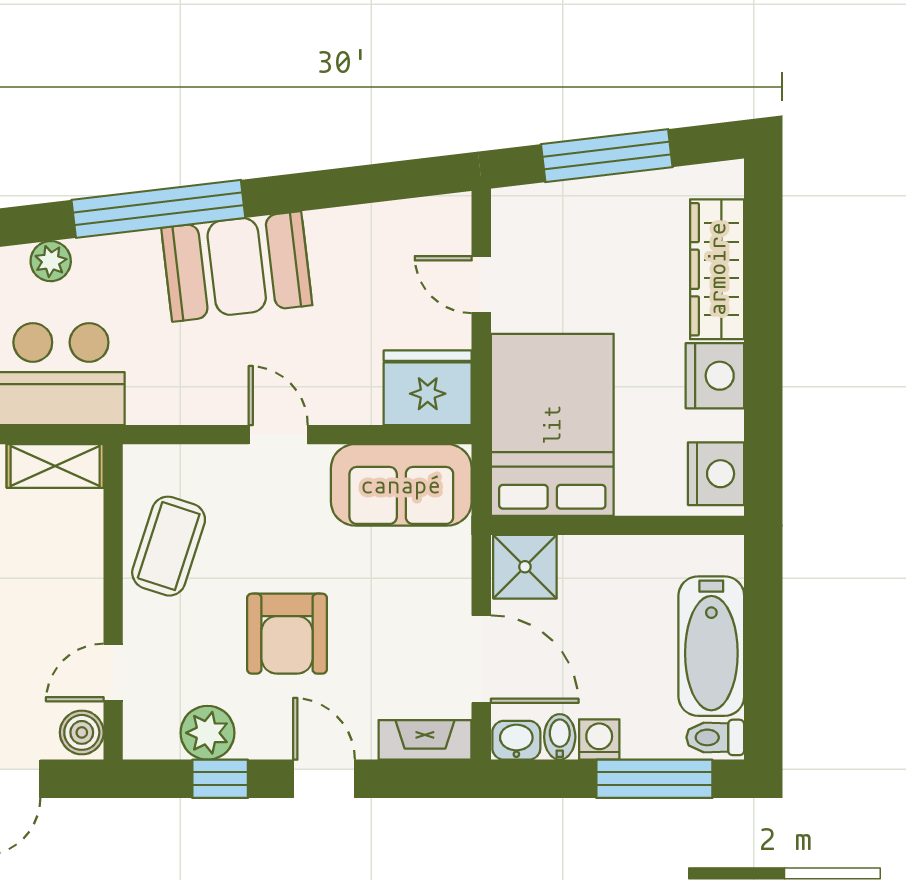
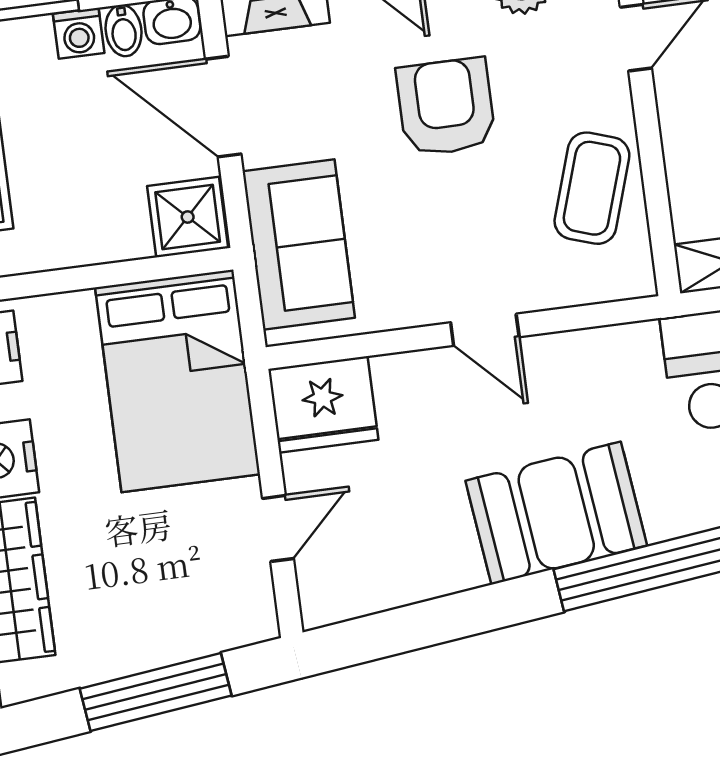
door: (481, 285) -> (278, 528), hinge flipped
sofa: (401, 485) -> (299, 245), moved, turned 90

